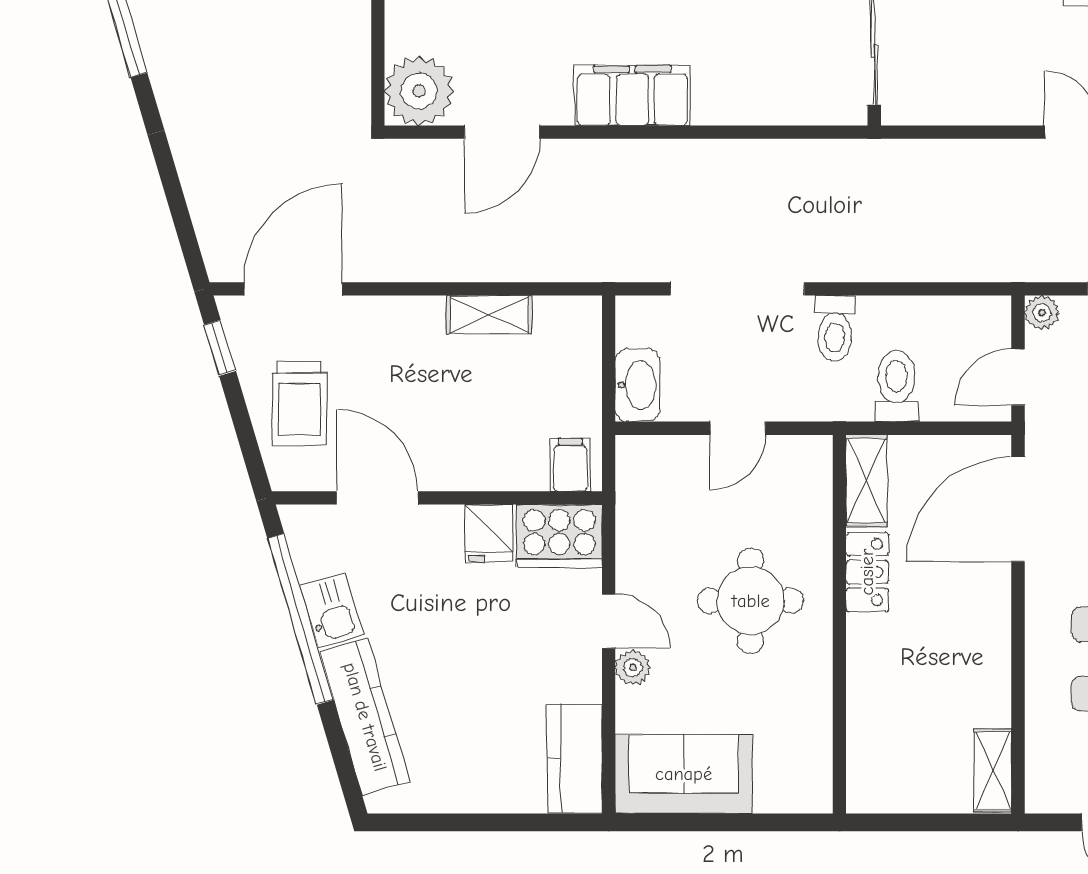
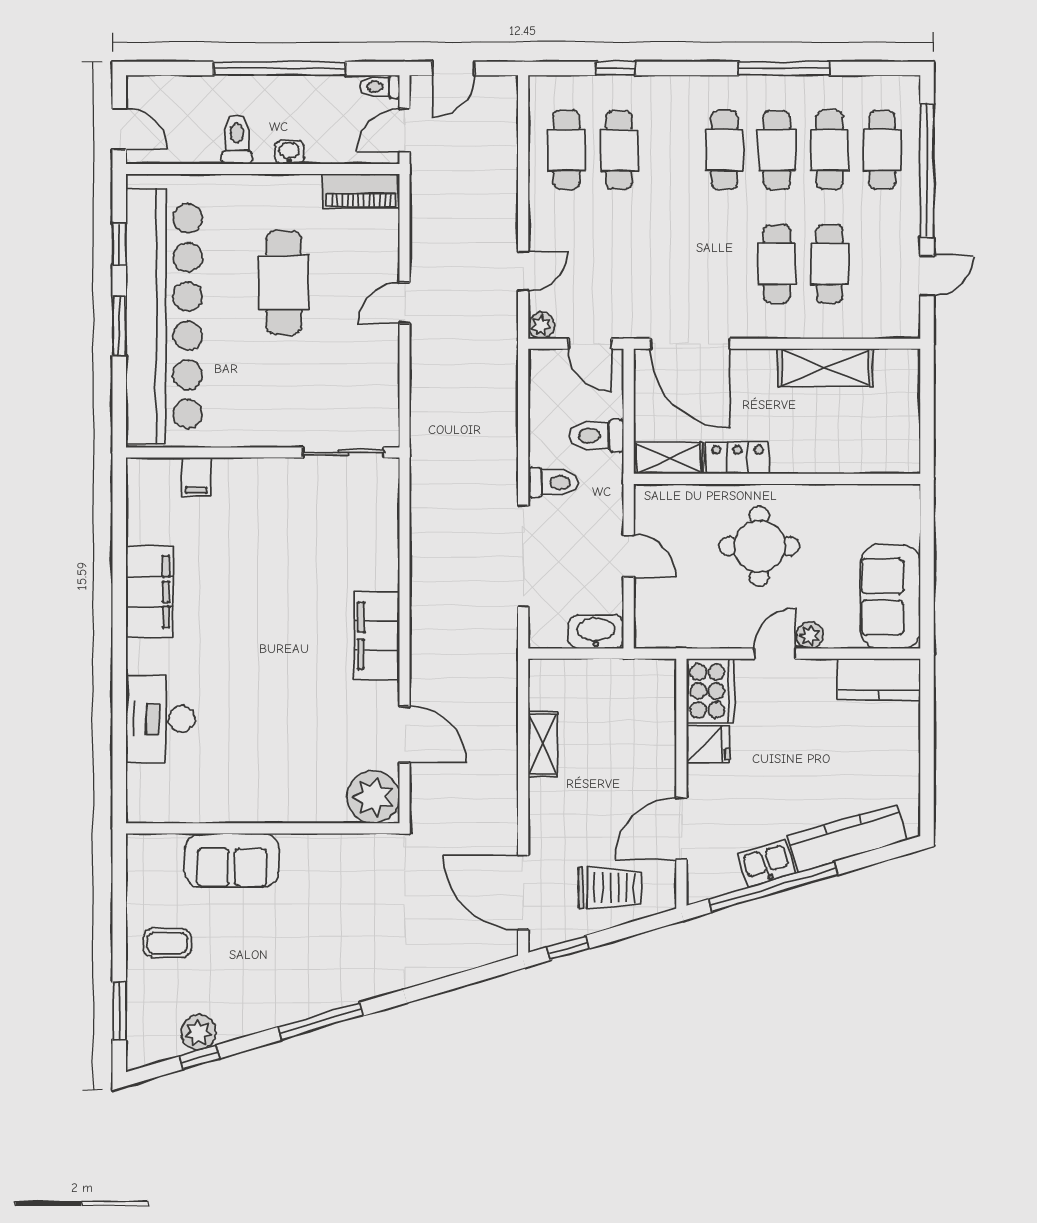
filing cabinet: (570, 465) -> (656, 683), removed
shelving: (993, 770) -> (825, 368), moved, width x1.50, depth x1.33

